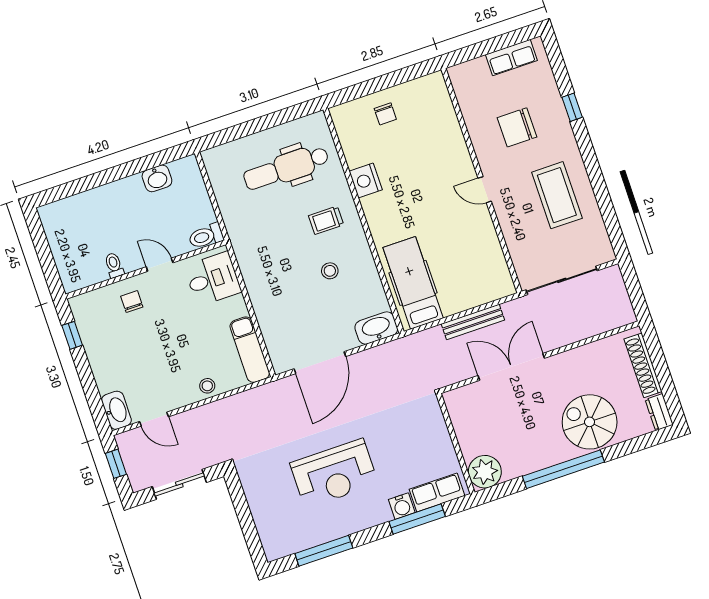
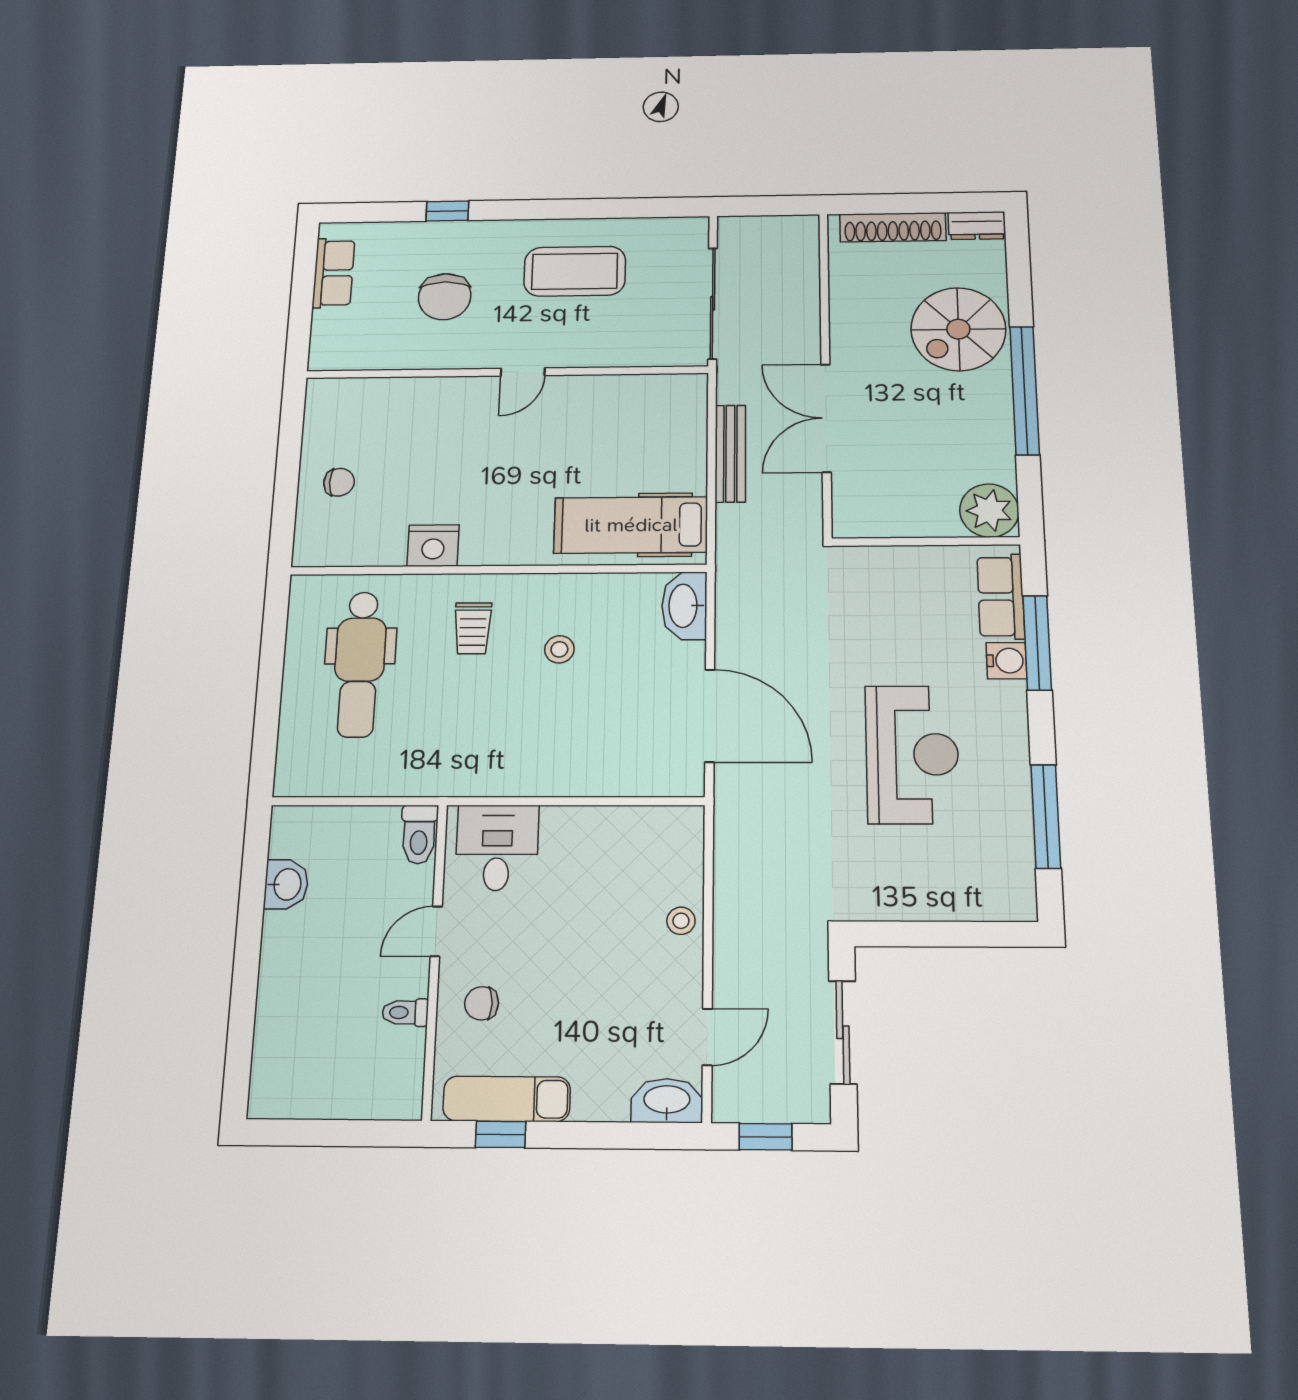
exam couch: (250, 350) -> (507, 1099), moved, turned 180

